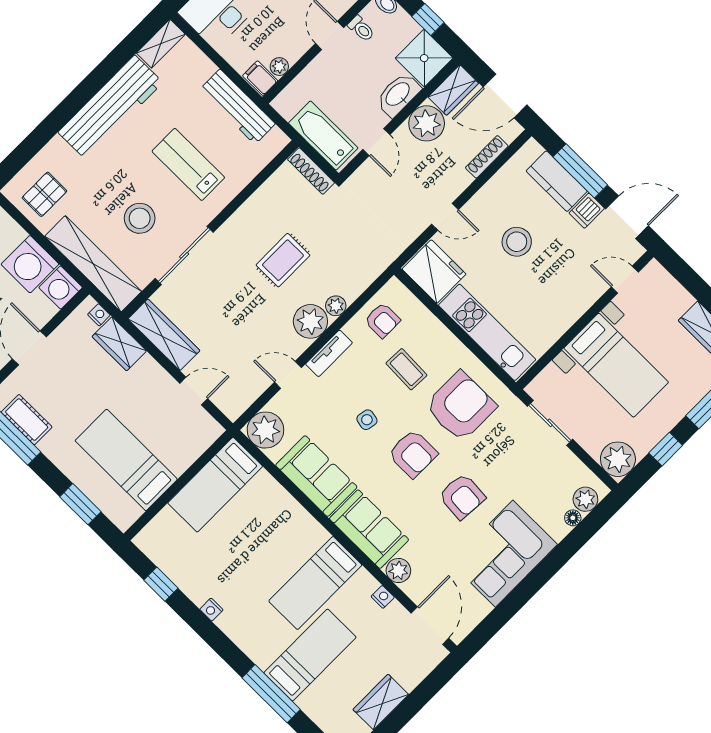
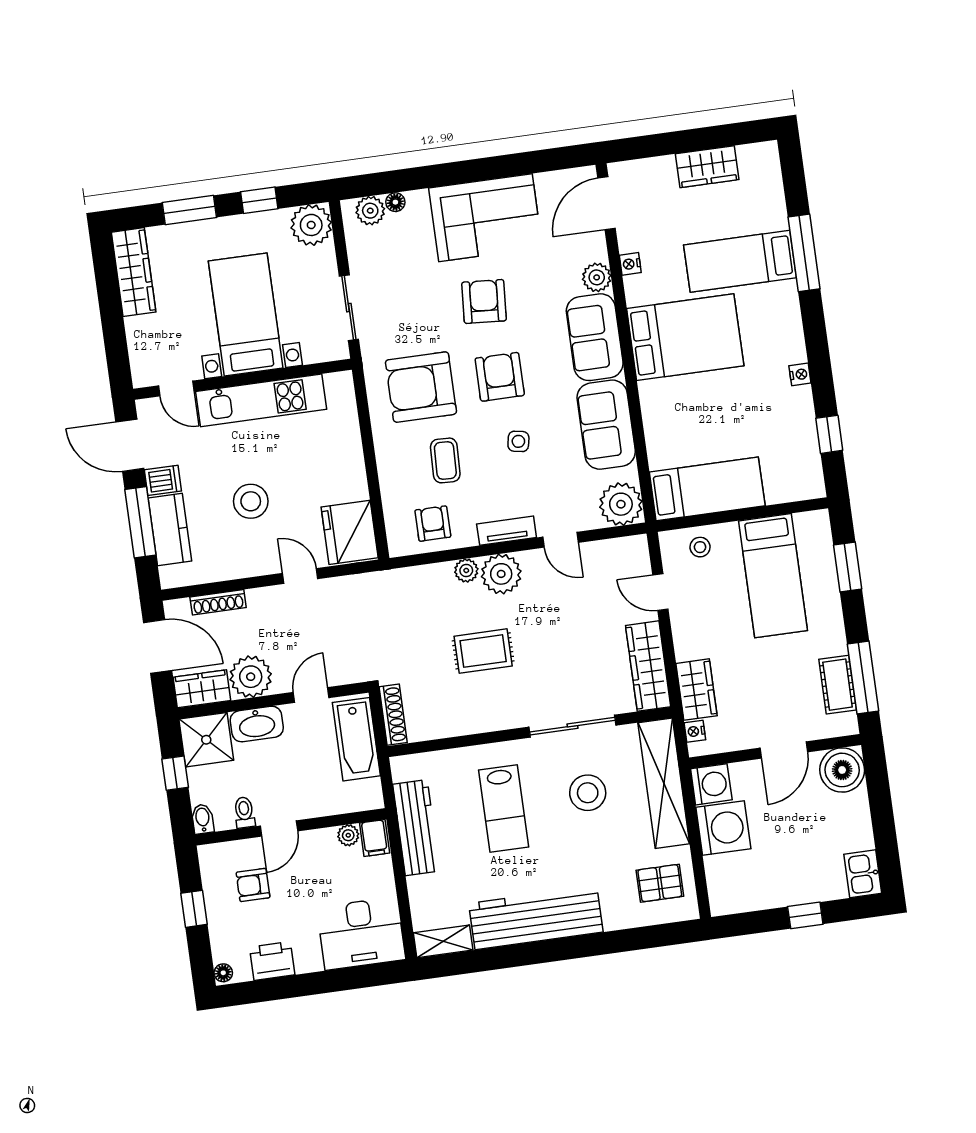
kitchen unit: (487, 332) -> (261, 400), moved, turned -90
stool: (190, 442) -> (700, 547), added
bed: (315, 583) -> (685, 337), width x1.50

